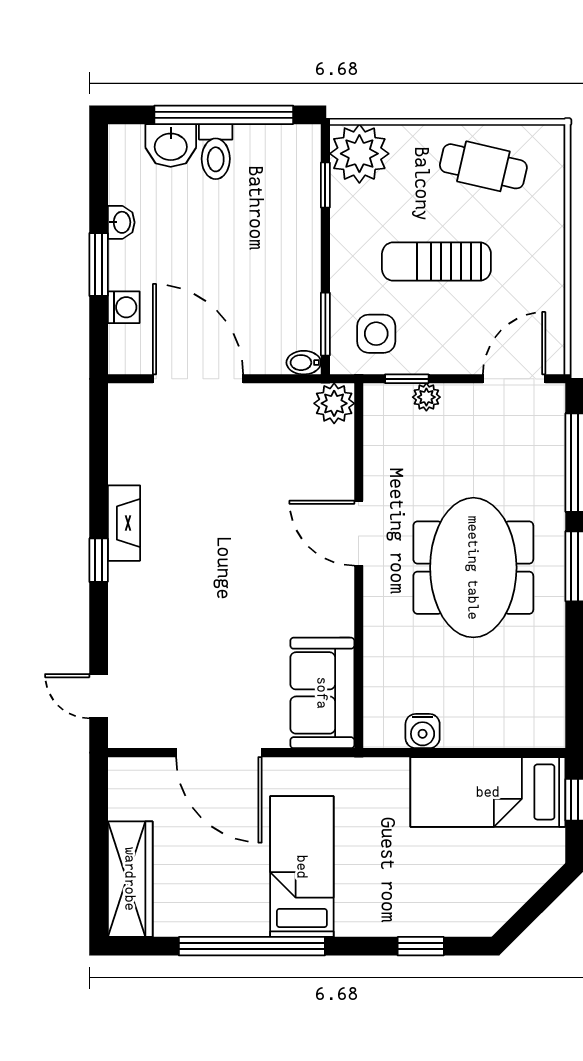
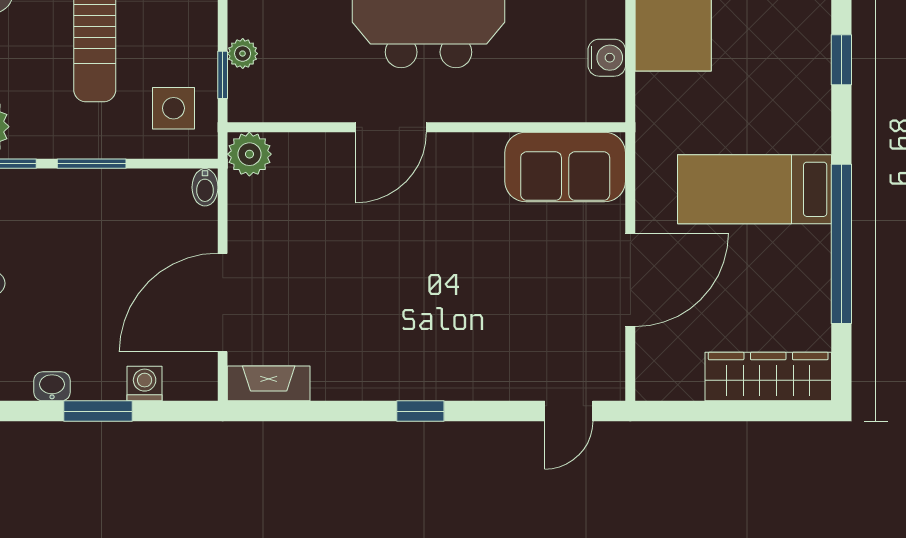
window: (325, 324) -> (92, 164), moved
fireplace: (124, 523) -> (269, 383), moved

